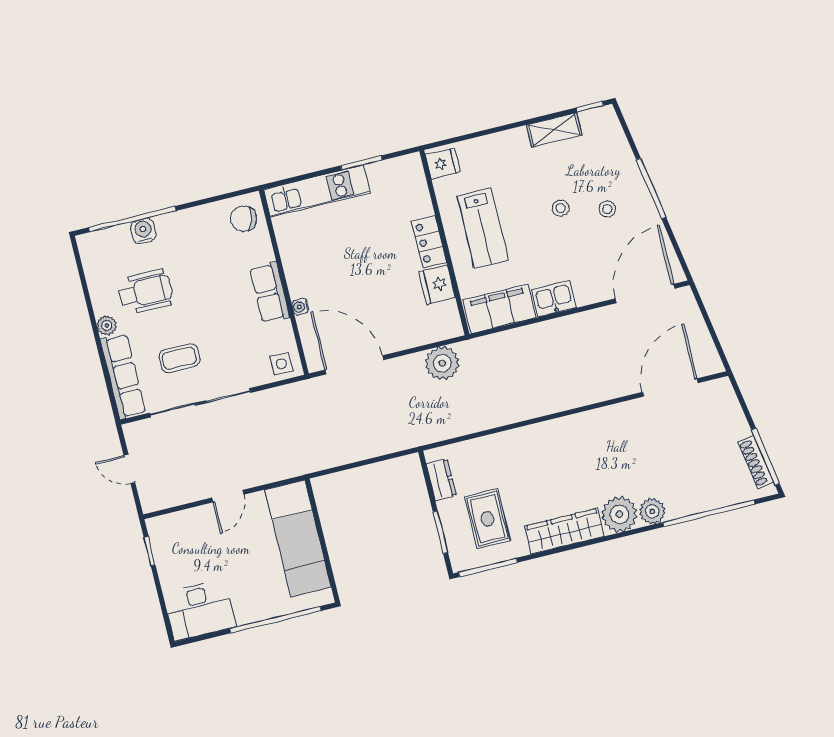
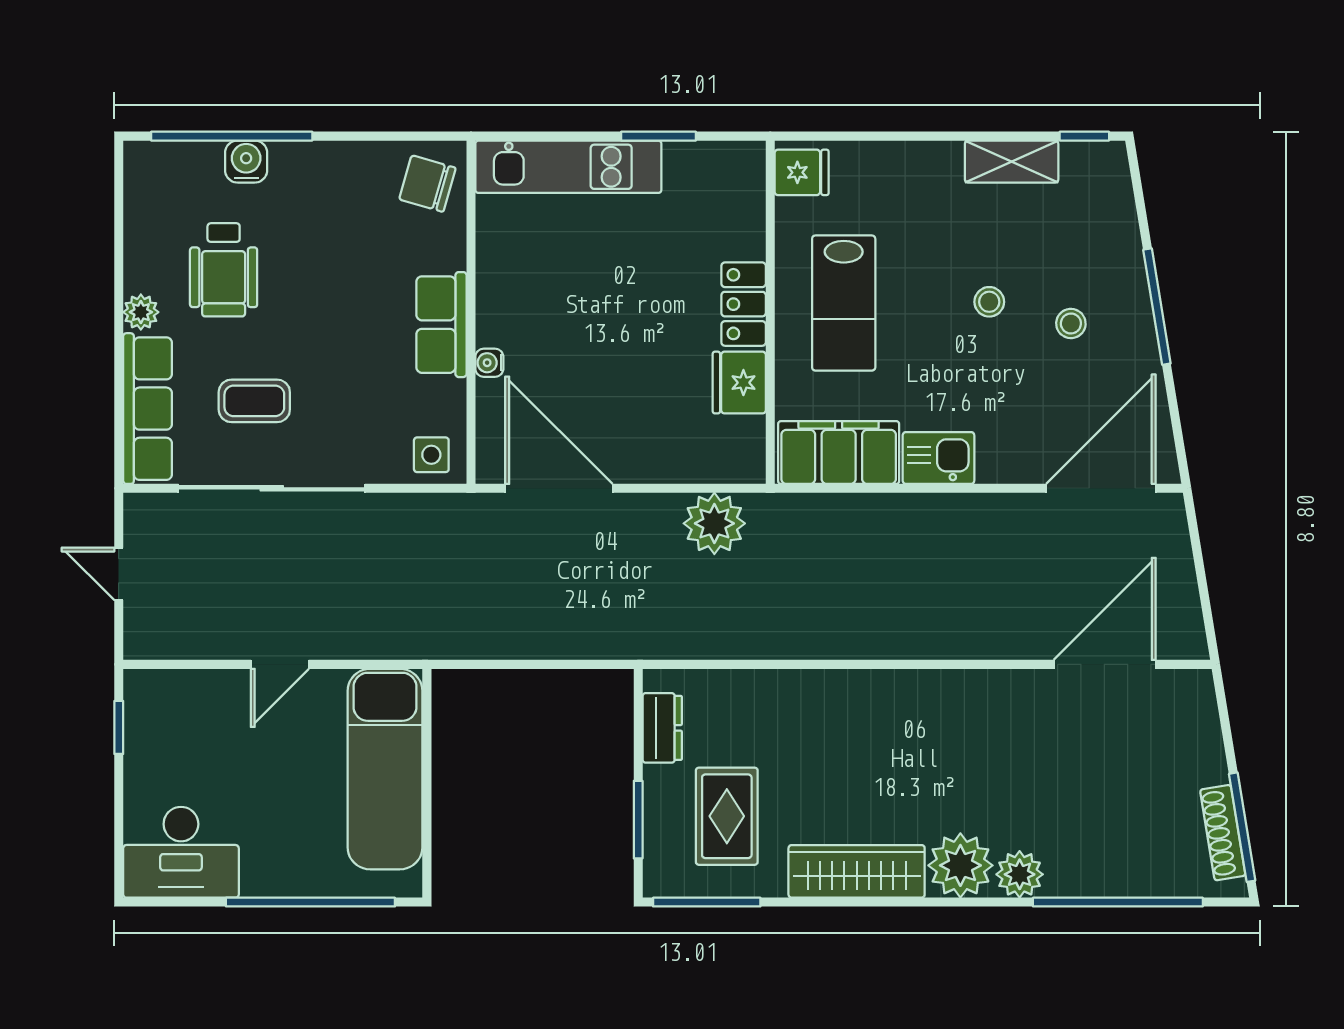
wheelchair: (146, 292) -> (224, 270), turned 90

